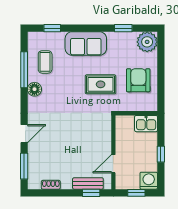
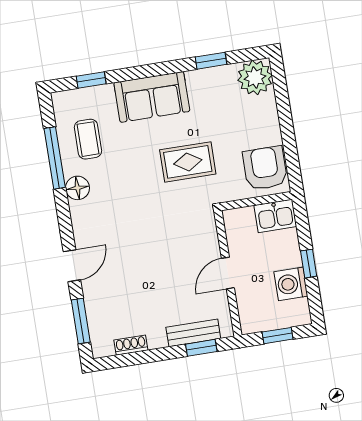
armchair: (138, 80) -> (265, 168), moved
door: (113, 164) -> (228, 273), moved
washing machine: (149, 181) -> (291, 284), moved, turned -90

